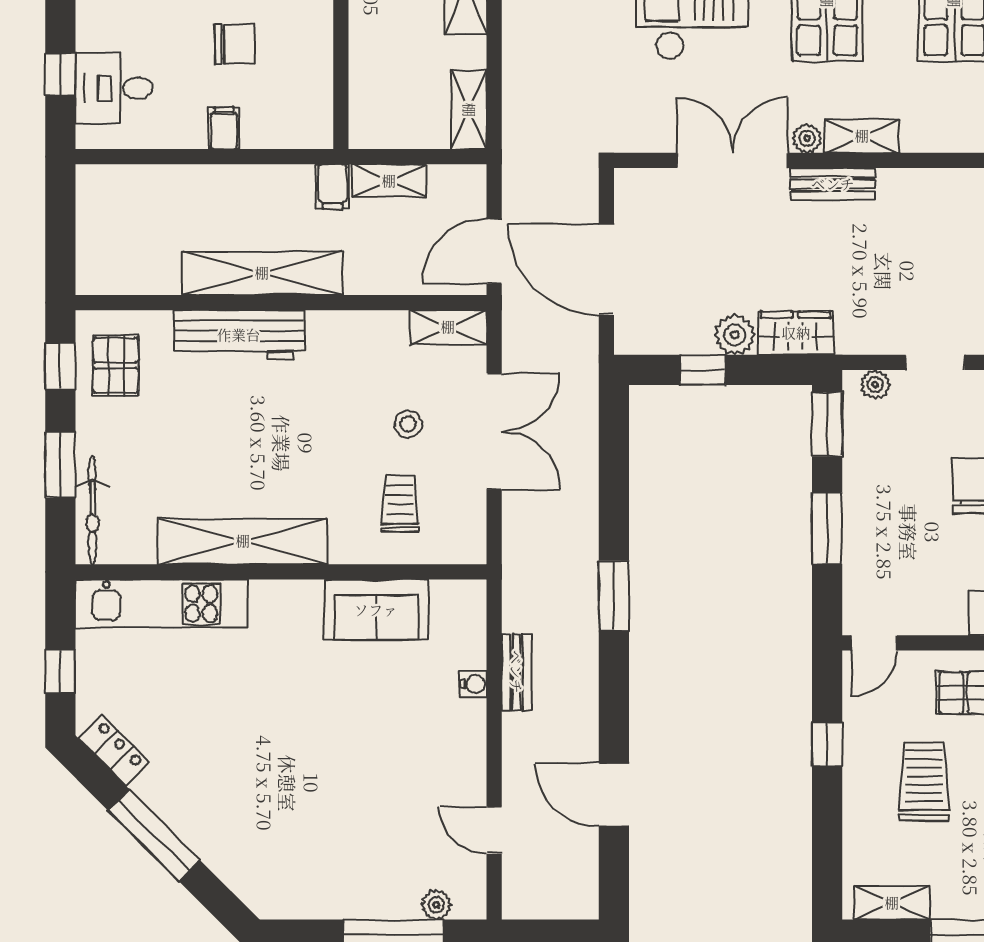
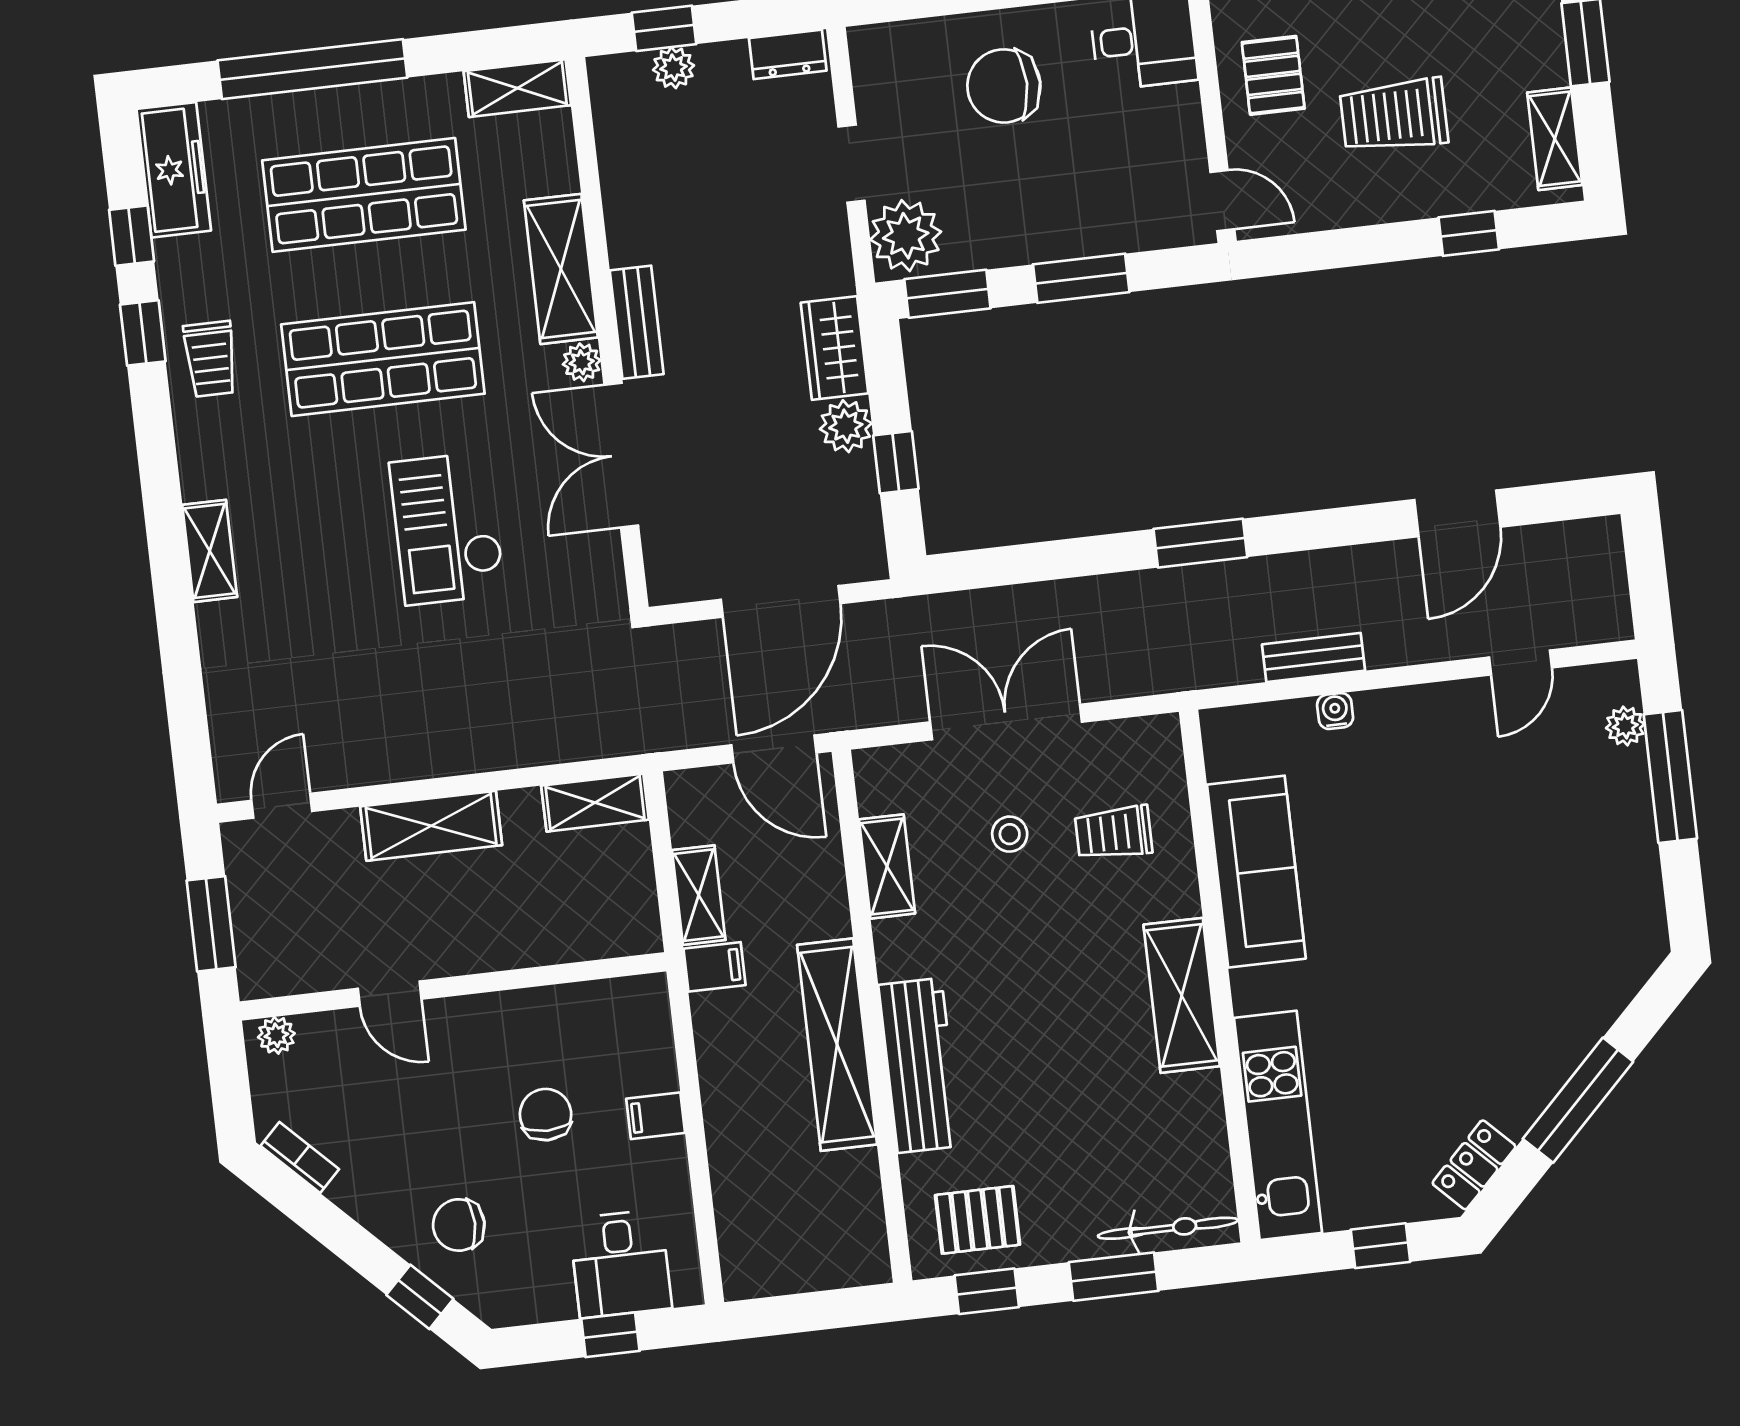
shelving: (862, 136) -> (561, 269), width x1.50, depth x1.33
shelving: (448, 327) -> (887, 866), moved
plant: (875, 385) -> (906, 236), width x1.88, depth x1.88
shelving: (243, 541) -> (1182, 995), width x0.68
sofa: (376, 610) -> (1256, 872), width x1.36
window: (827, 744) -> (1469, 233), moved

